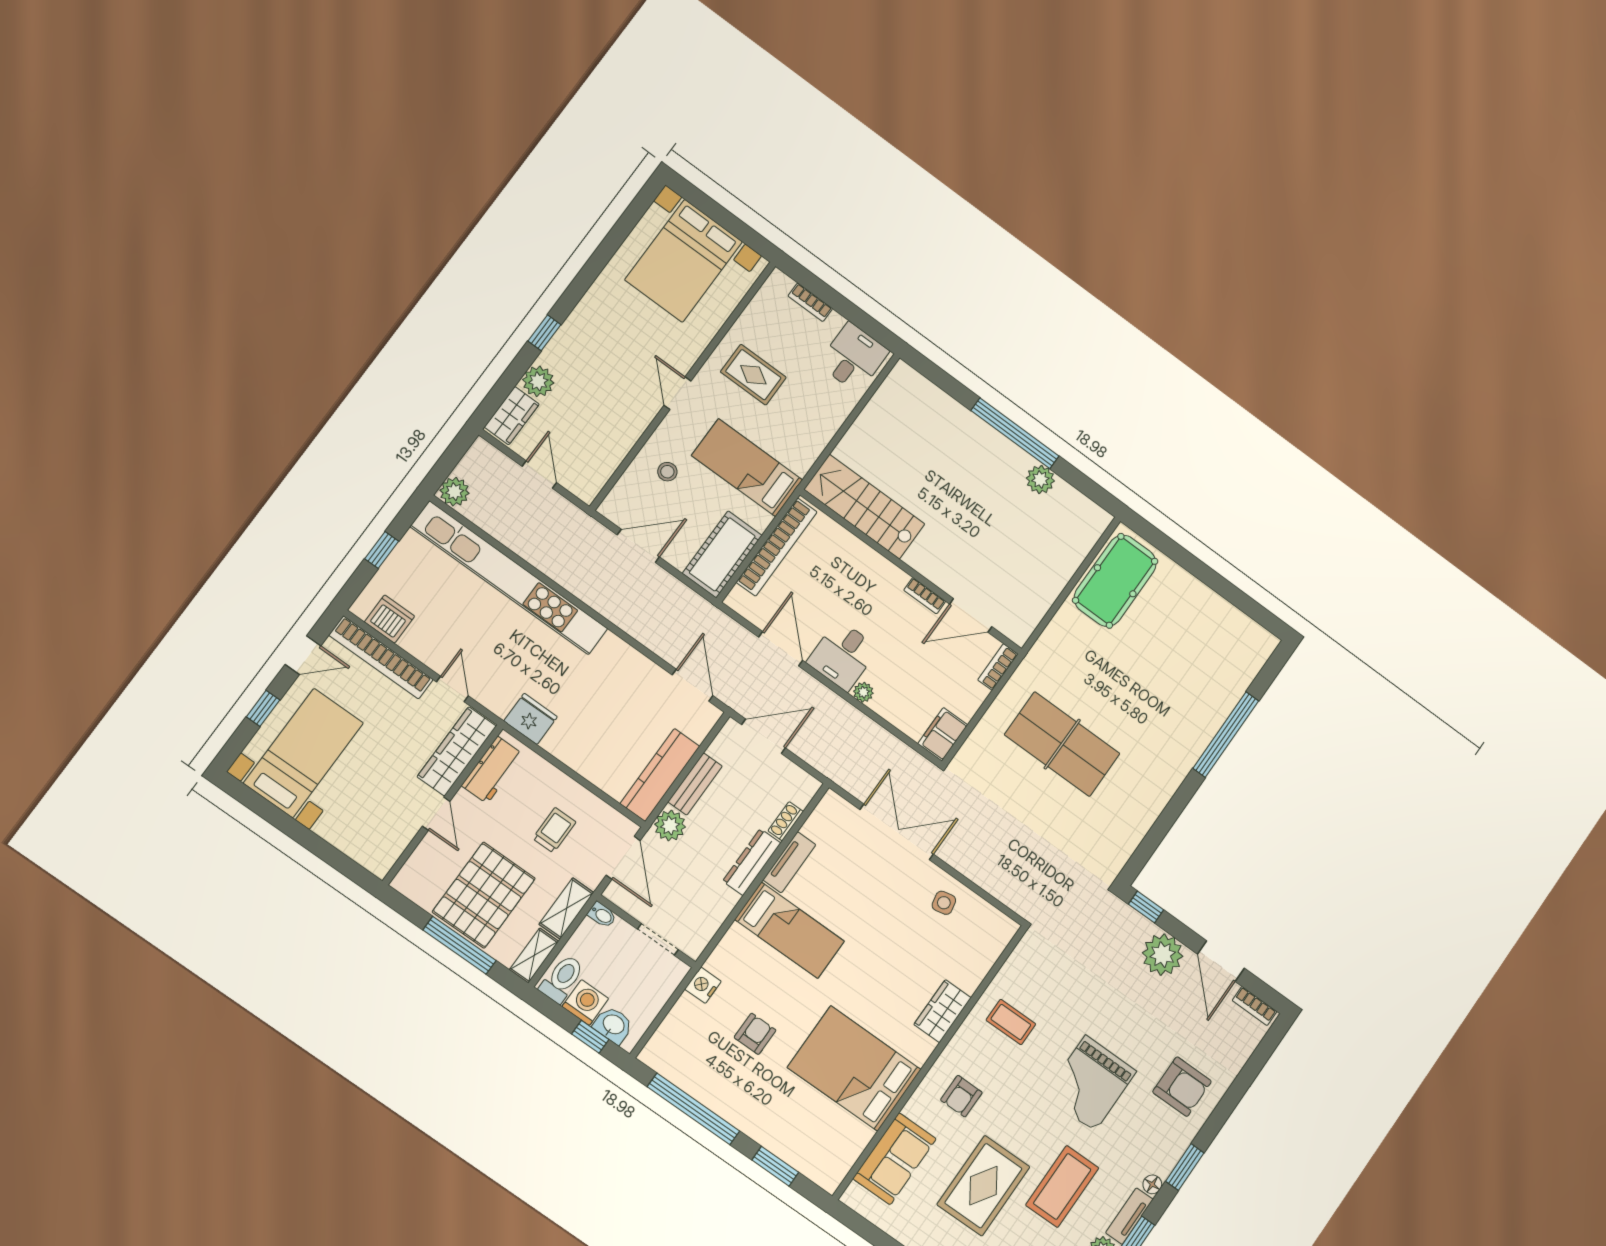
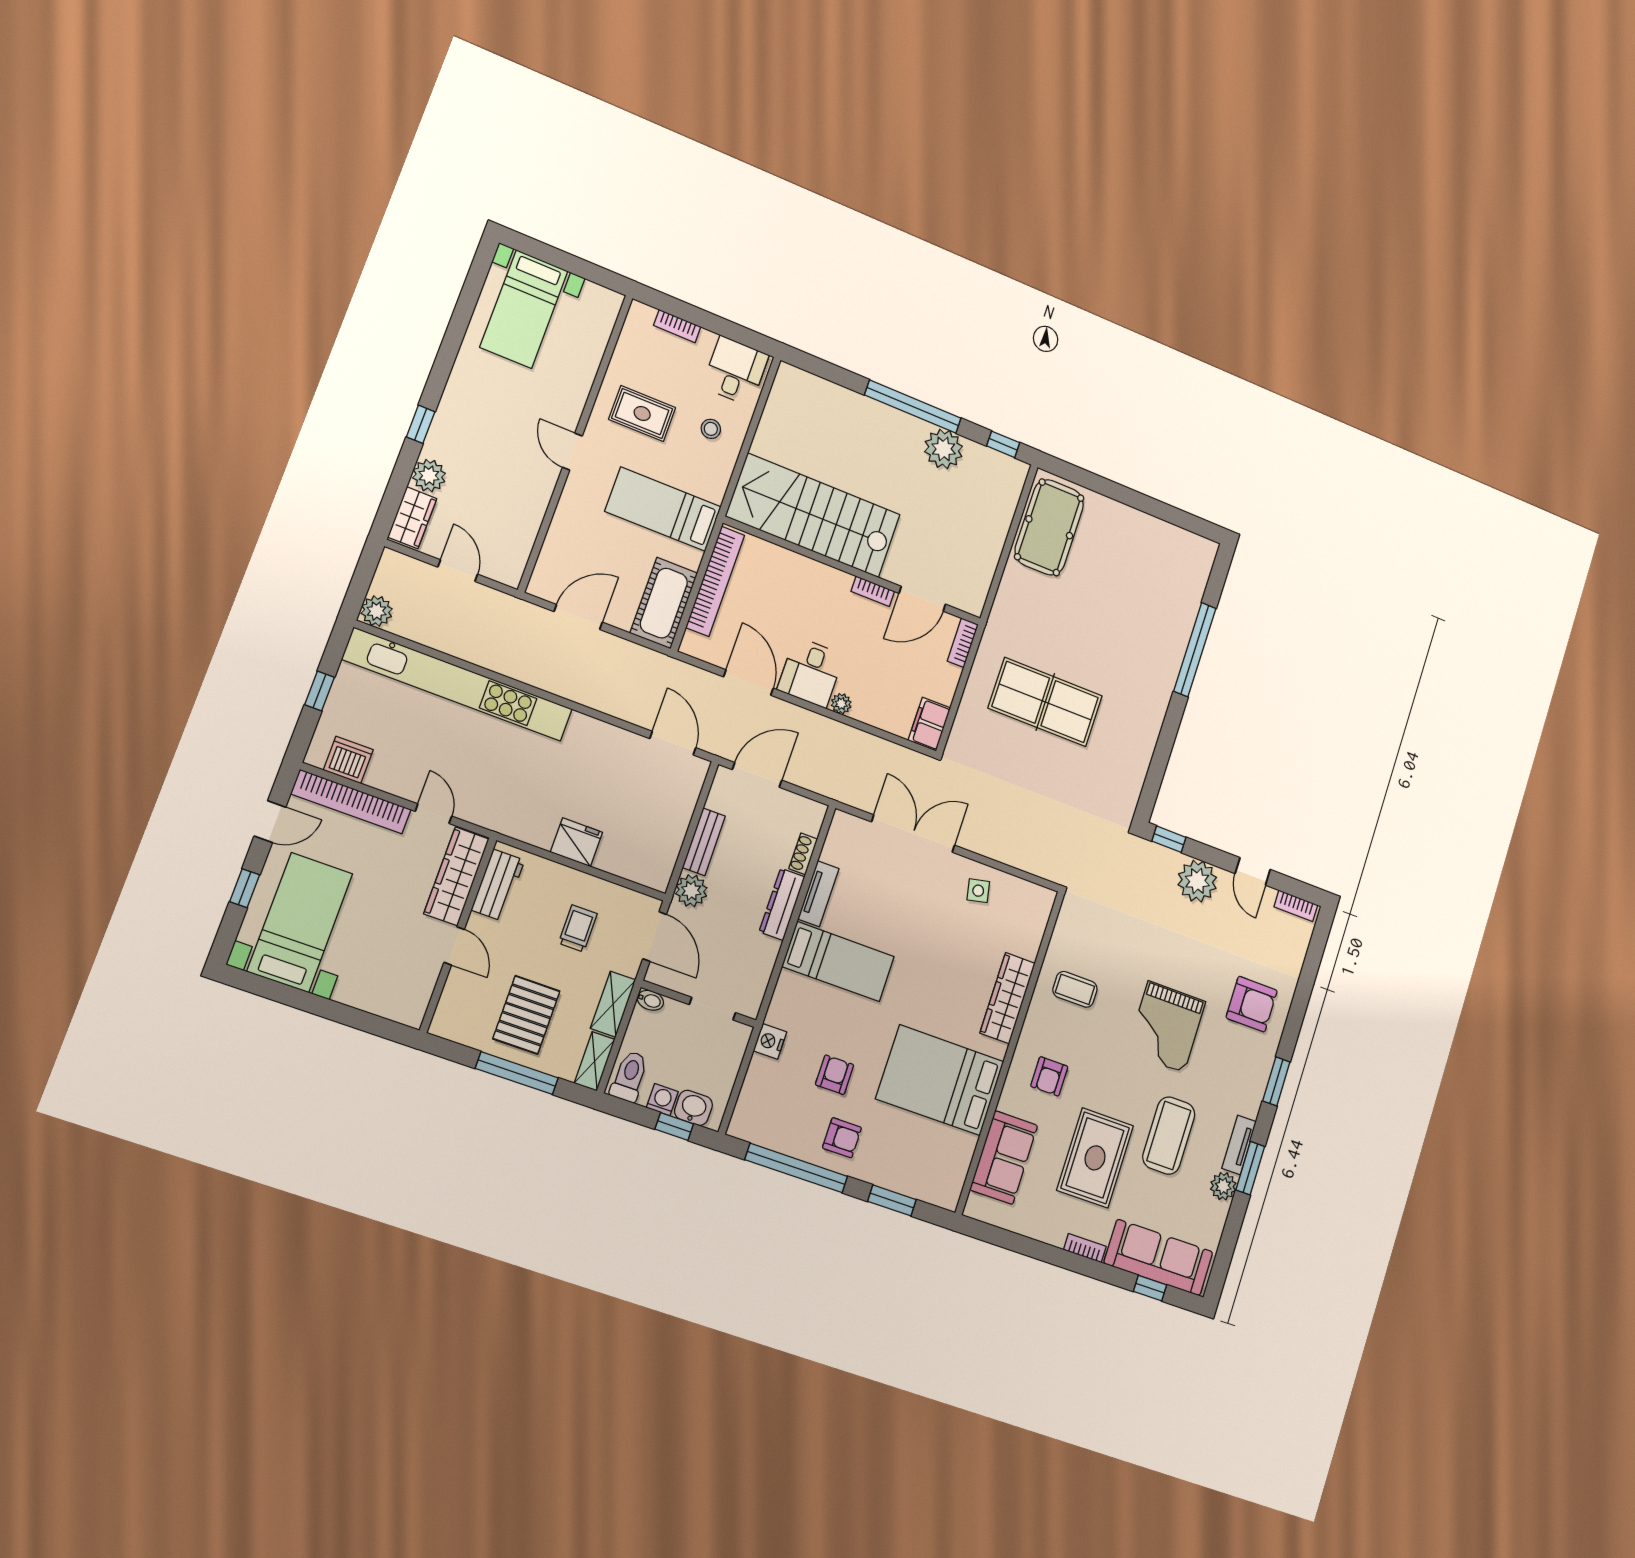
bed with nightstands: (684, 261) -> (524, 309), width x0.73
stool: (667, 472) -> (711, 429), moved
plant: (1040, 479) -> (944, 449), width x1.36, depth x1.36
window: (1093, 491) -> (1003, 444), added
stairs: (864, 507) -> (813, 515), width x1.36, depth x1.51
fridge: (531, 719) -> (576, 842), moved
kitchen counter: (660, 775) -> (667, 843), removed
pallet: (484, 895) -> (526, 1015), width x0.73, depth x0.71
door: (1221, 961) -> (1253, 871), width x0.73
washing machine: (585, 1003) -> (662, 1100), width x0.73, depth x0.73
wardrobe: (943, 1011) -> (1008, 998), width x1.50
armchair: (745, 1094) -> (842, 1138), added
floor lamp: (1152, 1184) -> (1251, 1108), removed

